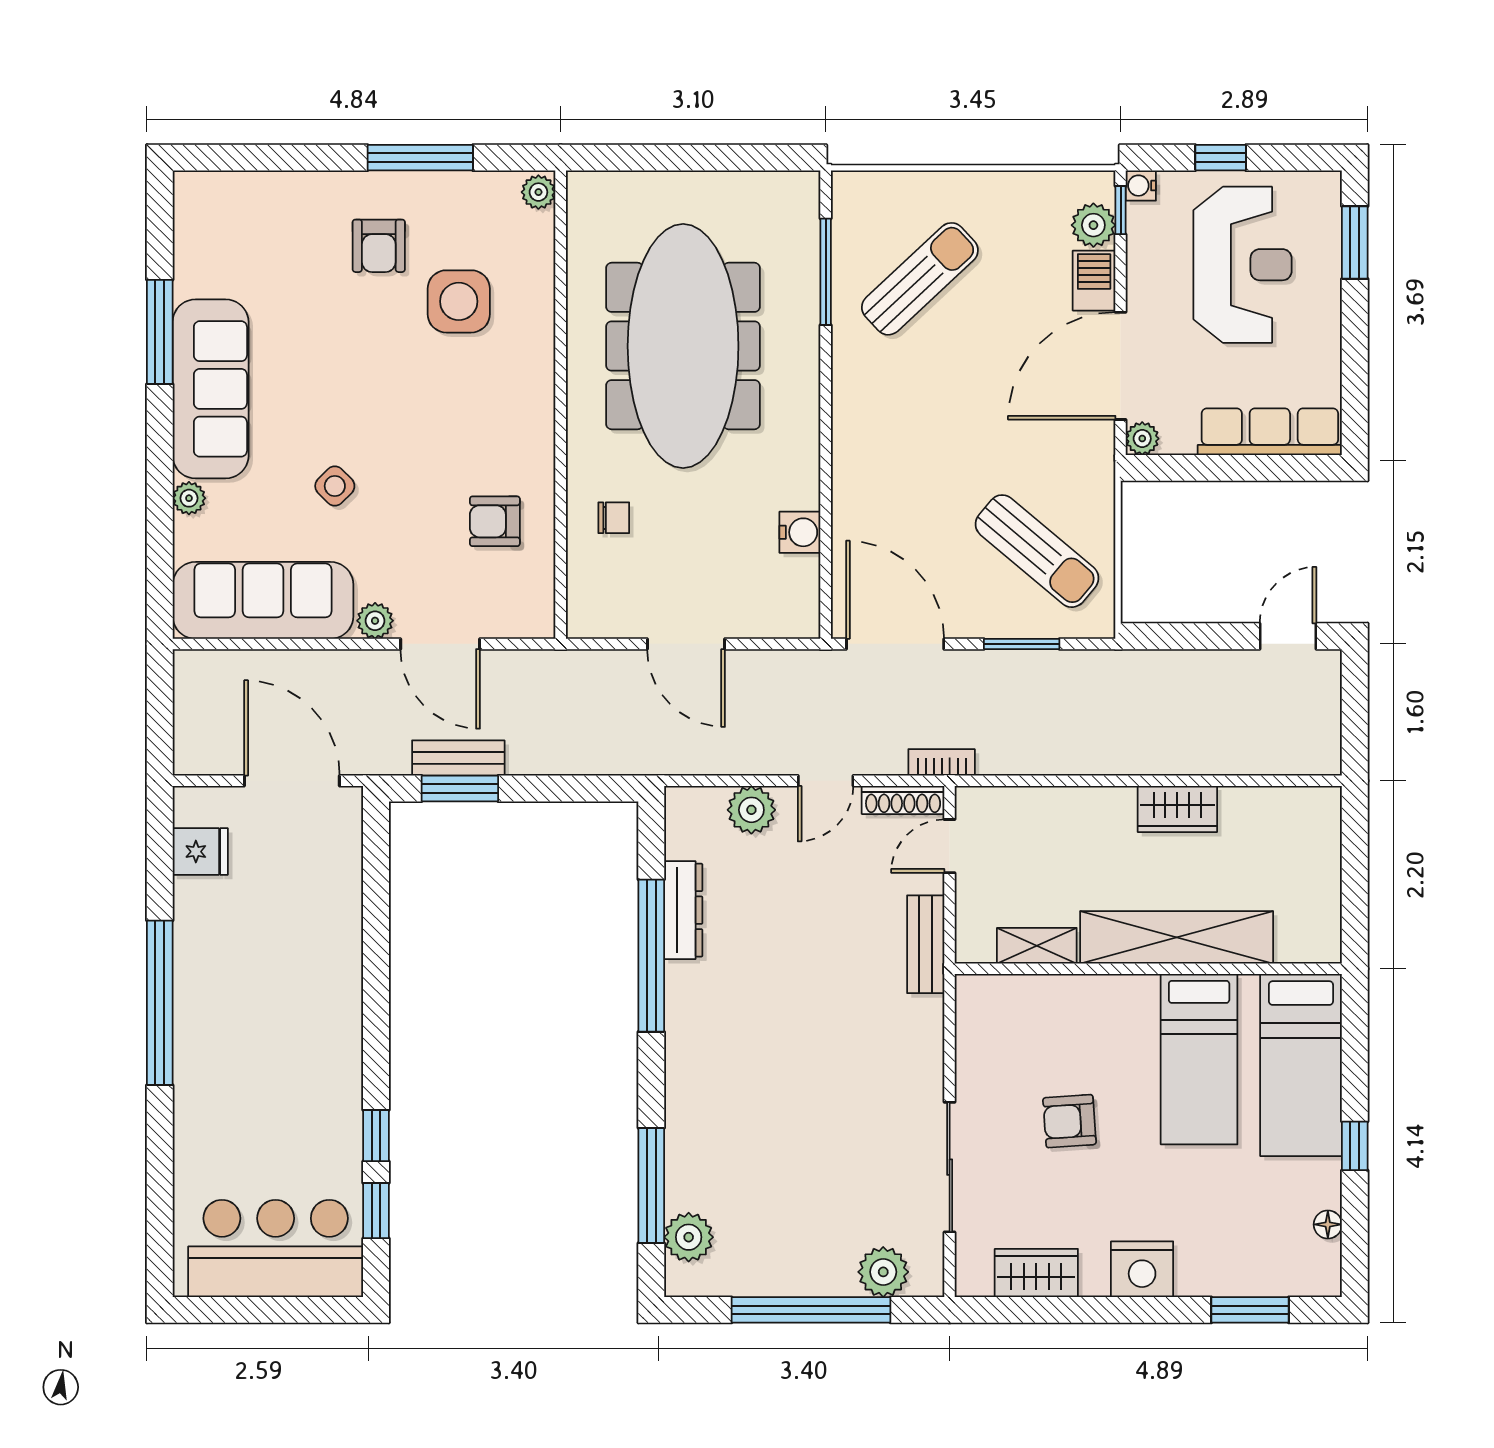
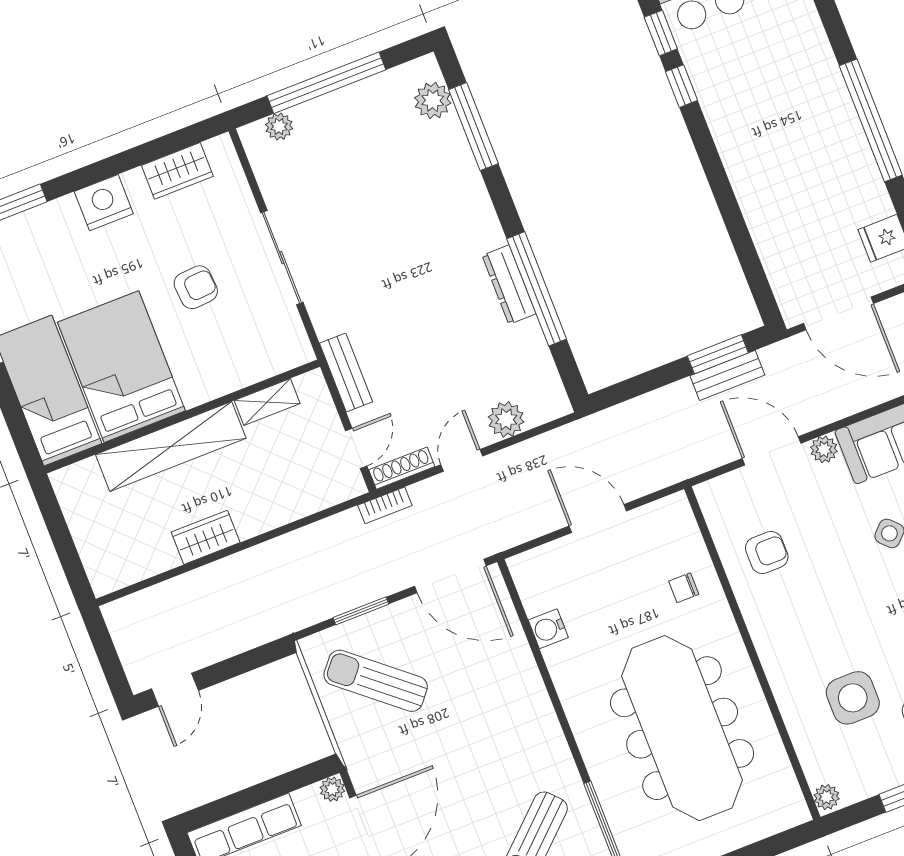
dresser: (683, 910) -> (509, 285), moved
bed: (1199, 1059) -> (121, 367), width x1.50
sliding door: (950, 1167) -> (282, 258), moved
plant: (883, 1272) -> (279, 126), width x0.73, depth x0.73

